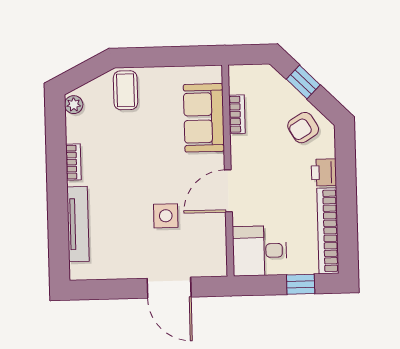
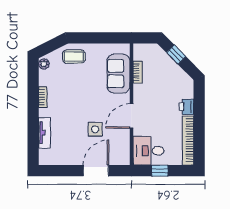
coffee table: (125, 90) -> (74, 57), turned 90
armchair: (303, 128) -> (175, 81), removed
tv unit: (78, 224) -> (45, 133), width x0.71
window: (301, 284) -> (160, 171), moved
door: (169, 288) -> (96, 171), swing flipped

